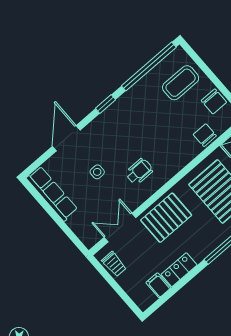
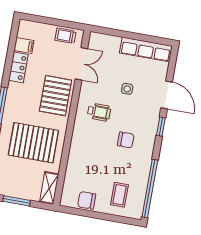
coffee table: (181, 83) -> (119, 195), width x0.73, depth x0.77
window: (105, 104) -> (161, 127), moved
chair: (205, 135) -> (126, 140), moved
wheelchair: (139, 171) -> (99, 112), turned -89

